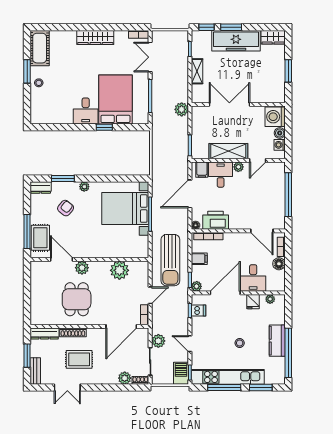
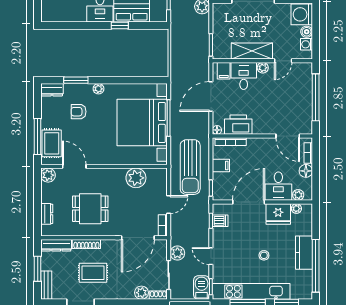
armchair: (66, 208) -> (79, 112), turned -129
bed with nightstands: (125, 209) -> (142, 122), width x1.36
plant: (82, 268) -> (48, 175), moved
plant: (197, 286) -> (298, 195), moved
dining table: (77, 299) -> (90, 209), turned 90
fridge: (253, 302) -> (278, 214), width x1.88, depth x1.34
dresser: (36, 304) -> (47, 214), added

